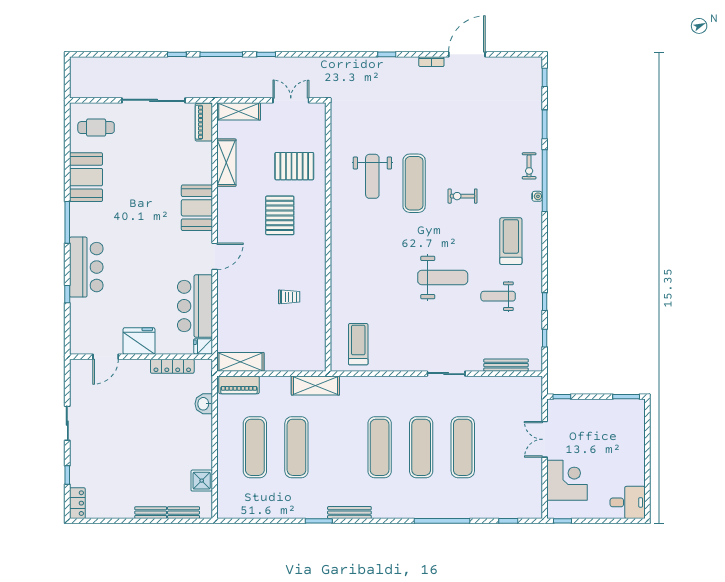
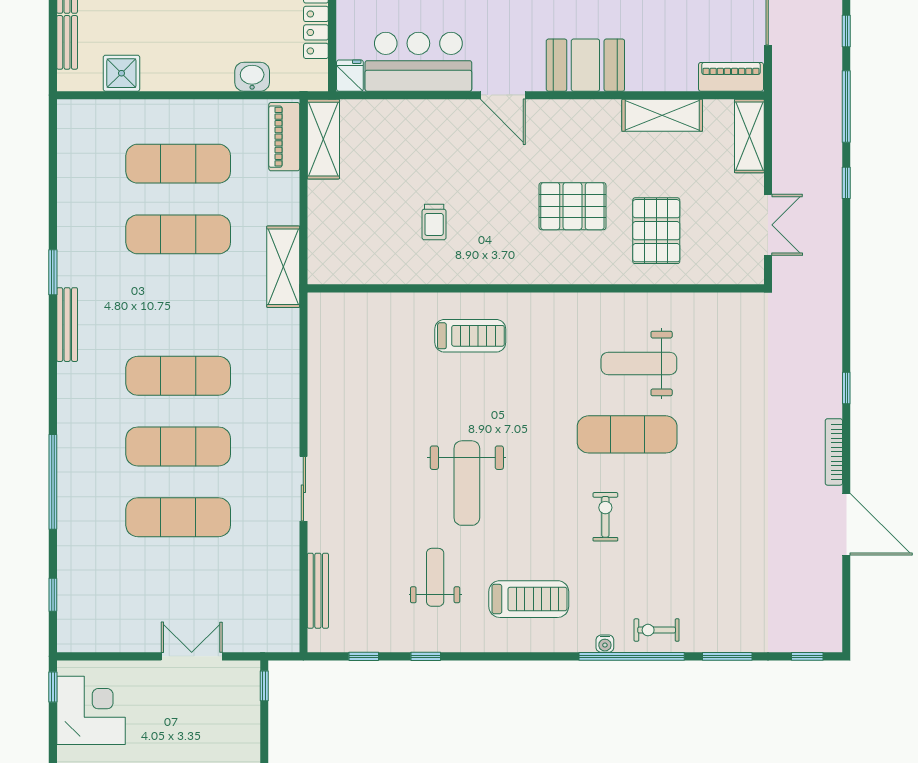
bookcase: (431, 62) -> (834, 452), width x1.56
treadmill: (358, 344) -> (470, 336), moved
corner desk: (567, 480) -> (91, 710), moved, turned -90

